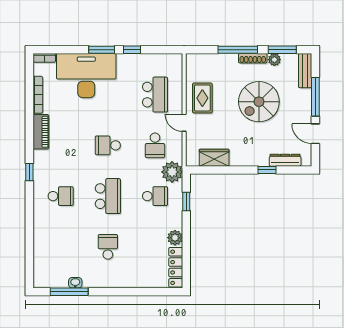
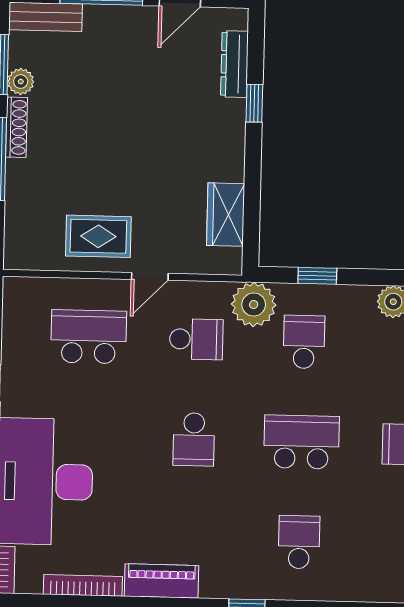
spiral stairs: (259, 102) -> (109, 117), removed

